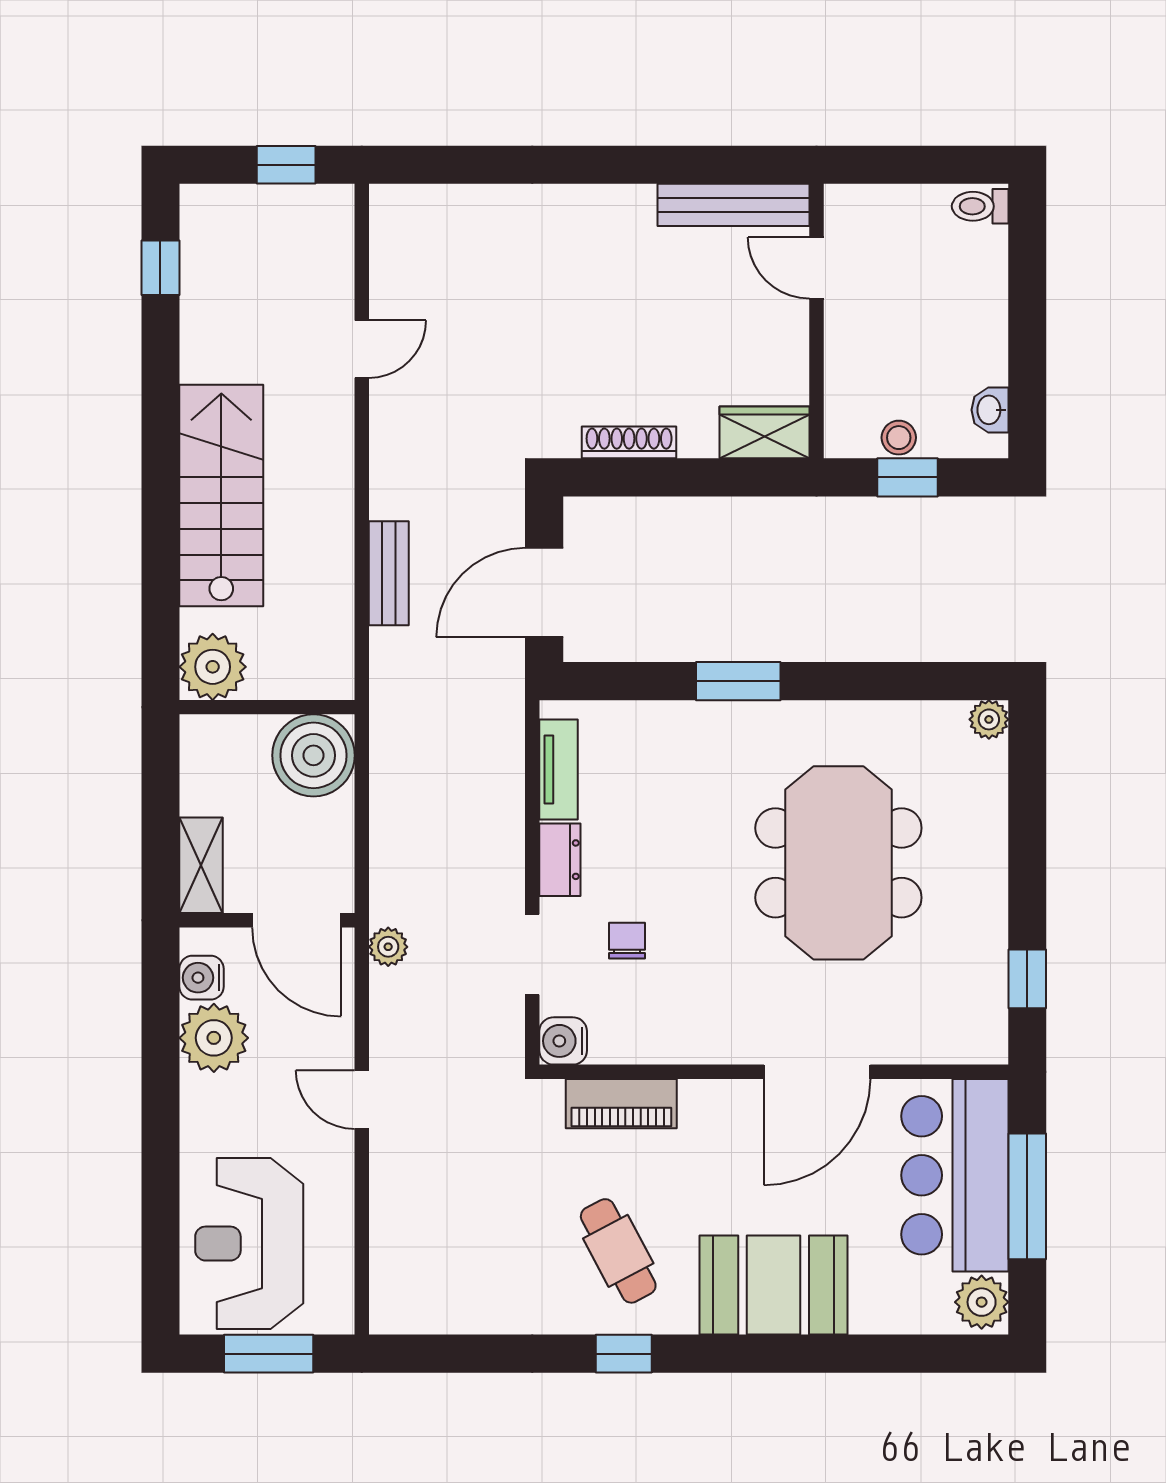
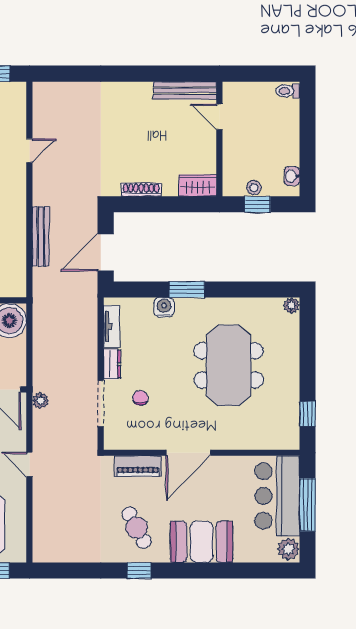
bench: (389, 573) -> (41, 236), width x1.36
doorway: (532, 955) -> (101, 404), width x1.38
water cooler: (563, 1041) -> (164, 307), moved, turned 90
door: (817, 1072) -> (188, 453), moved

